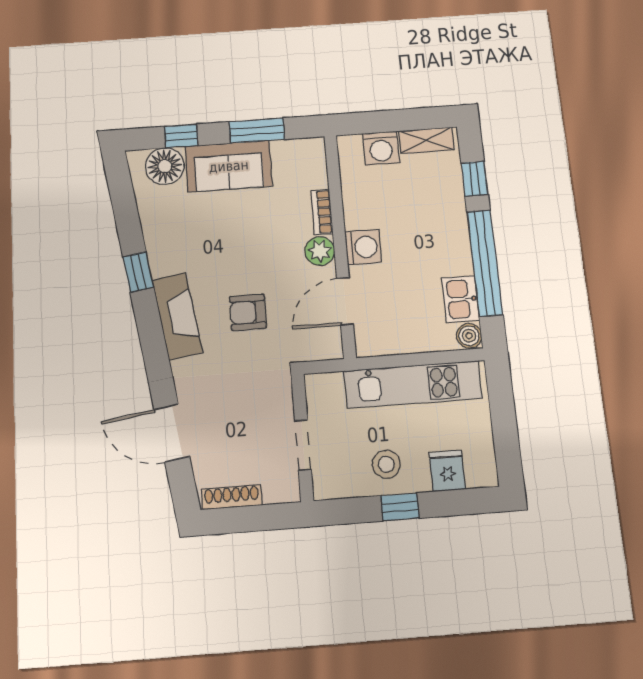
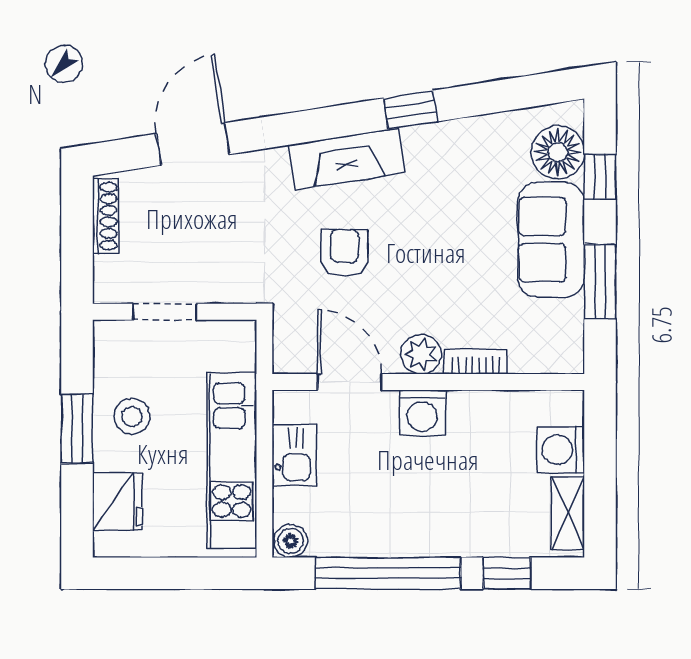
kitchen sink: (461, 299) -> (294, 455), moved, turned 90
fridge: (447, 471) -> (118, 501), width x1.38
window: (400, 507) -> (77, 428), width x1.50

